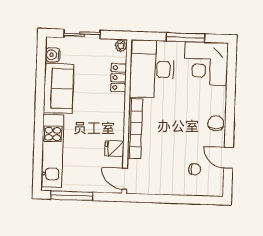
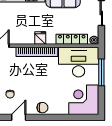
window: (185, 37) -> (101, 72), moved
locker: (119, 78) -> (72, 39), width x1.53
fridge: (114, 149) -> (40, 38), moved

